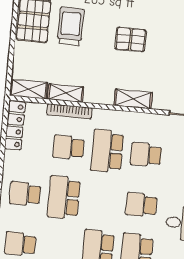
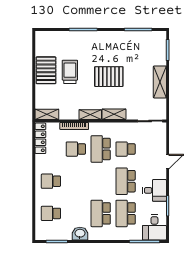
pallet: (131, 39) -> (109, 77), width x1.50, depth x1.42
shelving: (66, 93) -> (90, 115), moved
school desk: (64, 197) -> (76, 181), removed
school desk: (141, 205) -> (126, 181), width x1.85

